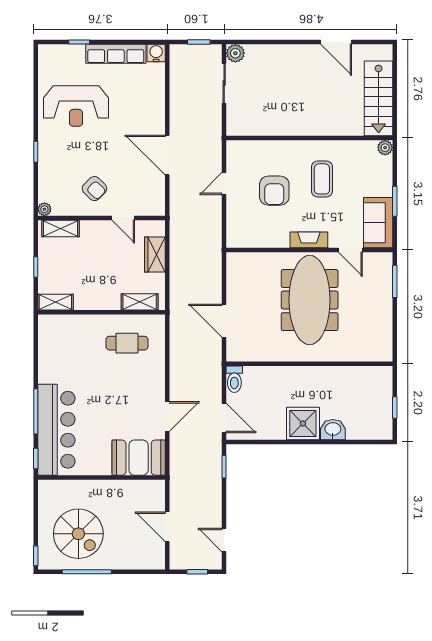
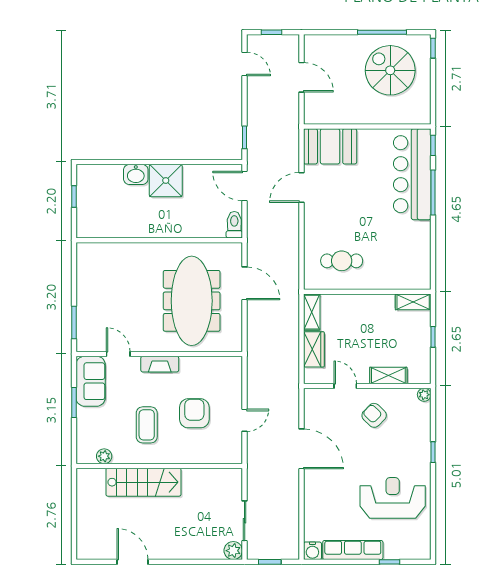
stairs: (379, 98) -> (143, 482), moved, turned 90
plant: (385, 148) -> (104, 456), moved
shelving: (60, 228) -> (388, 375), moved
meeting table: (310, 300) -> (192, 301), moved
shelving: (140, 302) -> (312, 312), moved, turned 90

